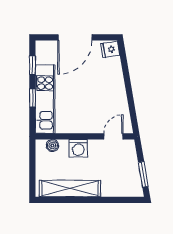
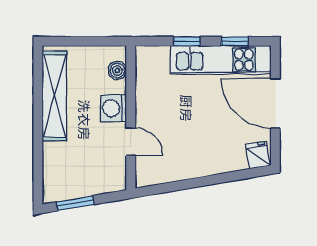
kitchen unit: (45, 99) -> (221, 60), moved
door: (113, 136) -> (131, 142), moved

